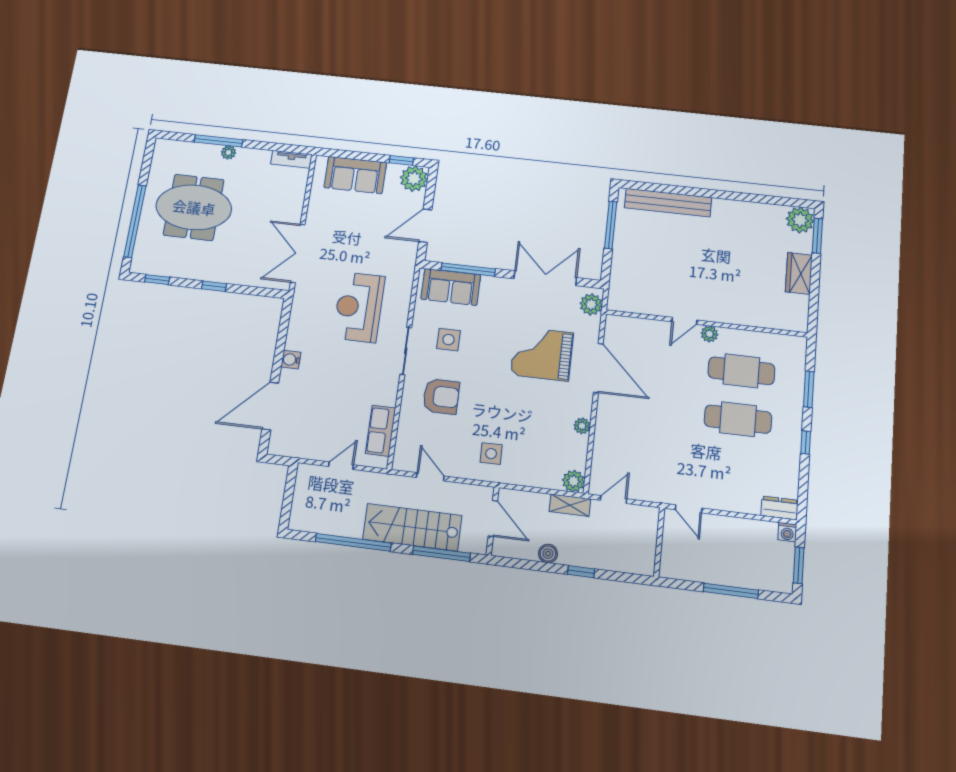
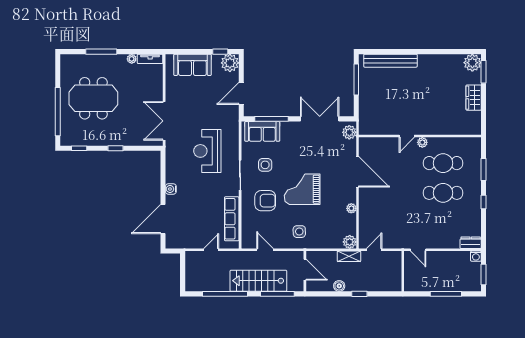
plant: (228, 152) -> (132, 59), moved
grand piano: (542, 354) -> (302, 189), moved
row of seats: (381, 431) -> (232, 219), width x1.48

